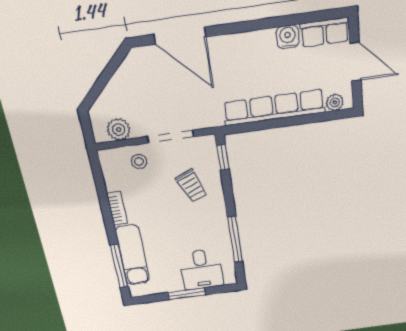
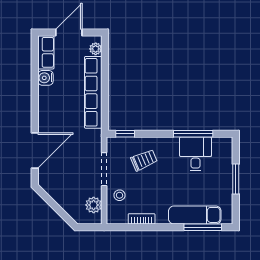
bookcase: (117, 209) -> (142, 219), moved
desk: (201, 270) -> (195, 154), moved, turned -90

